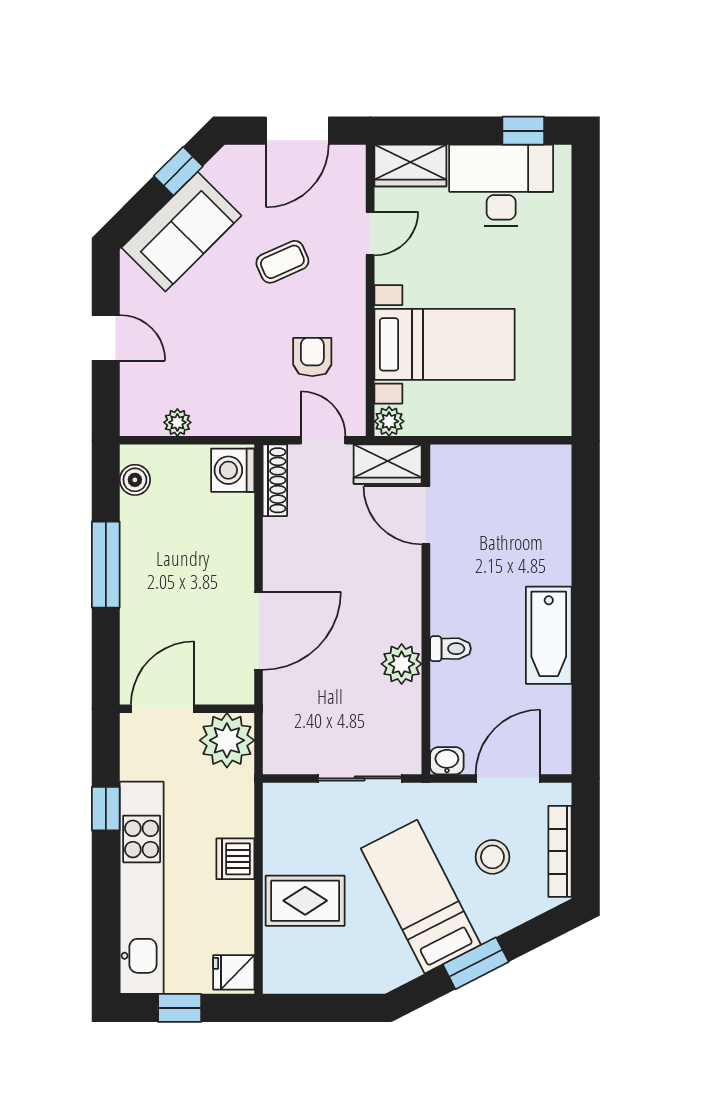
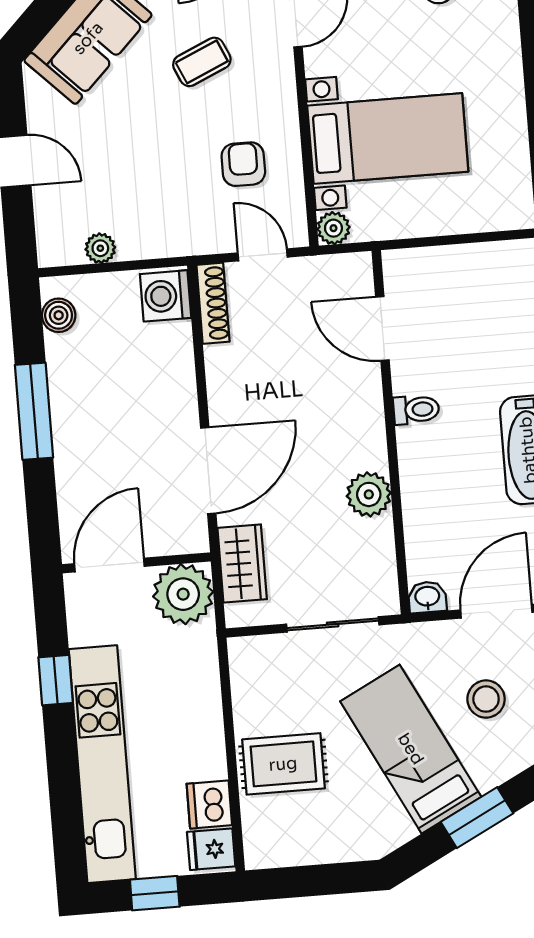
wardrobe: (388, 464) -> (242, 563), moved, turned -90
toilet: (450, 649) -> (416, 410), moved
dishwasher: (235, 859) -> (209, 805), moved

